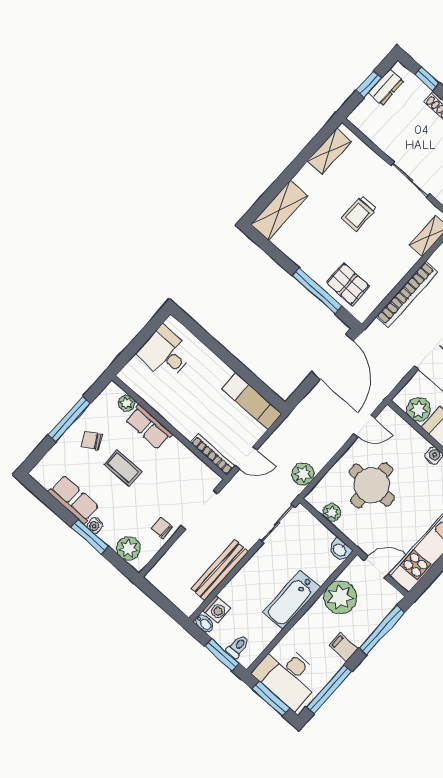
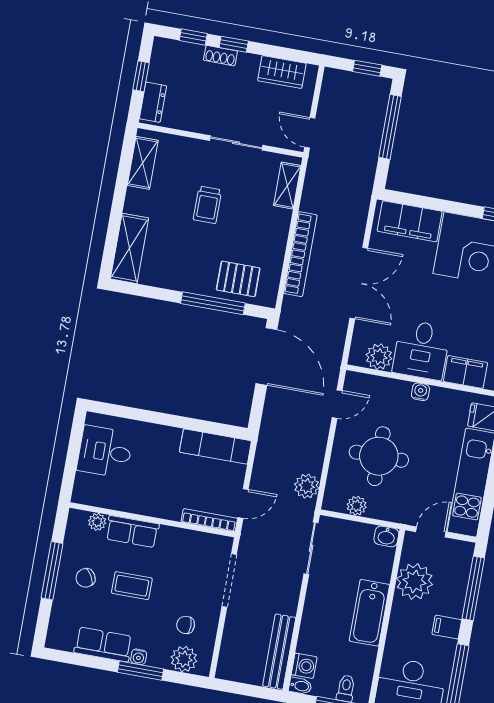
dresser: (386, 87) -> (153, 102), moved
chair: (162, 528) -> (186, 625), moved
bench: (220, 570) -> (279, 652), moved

